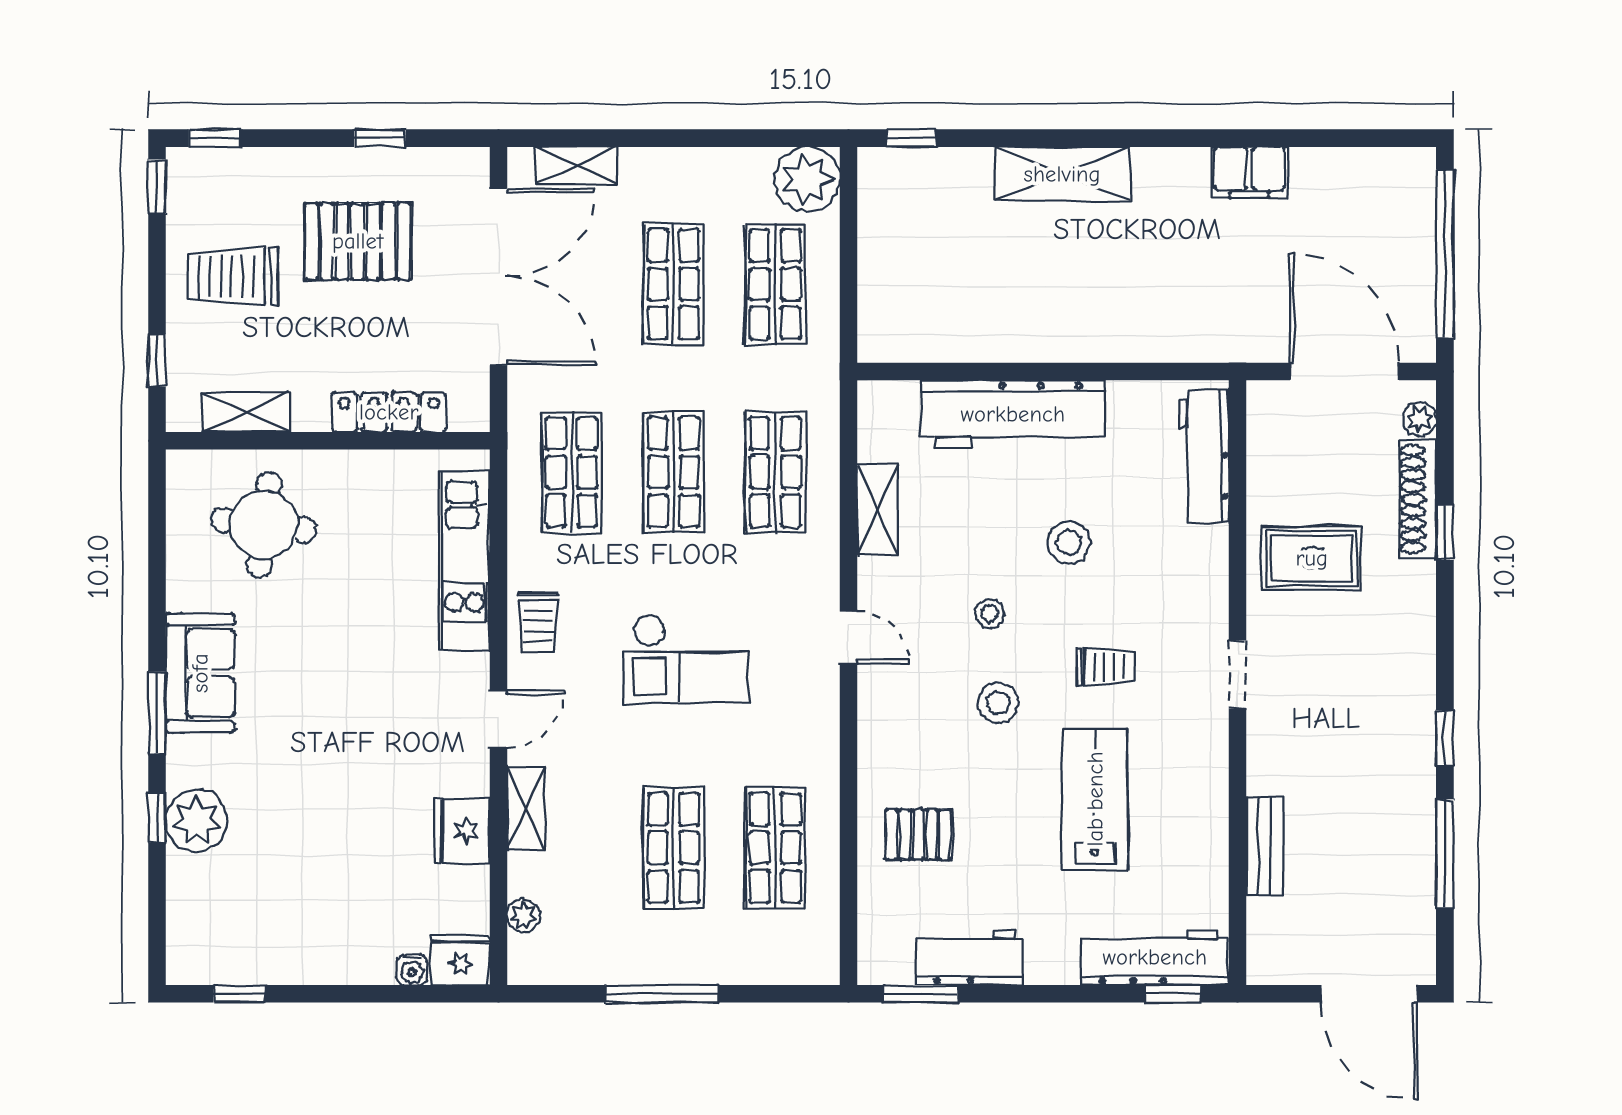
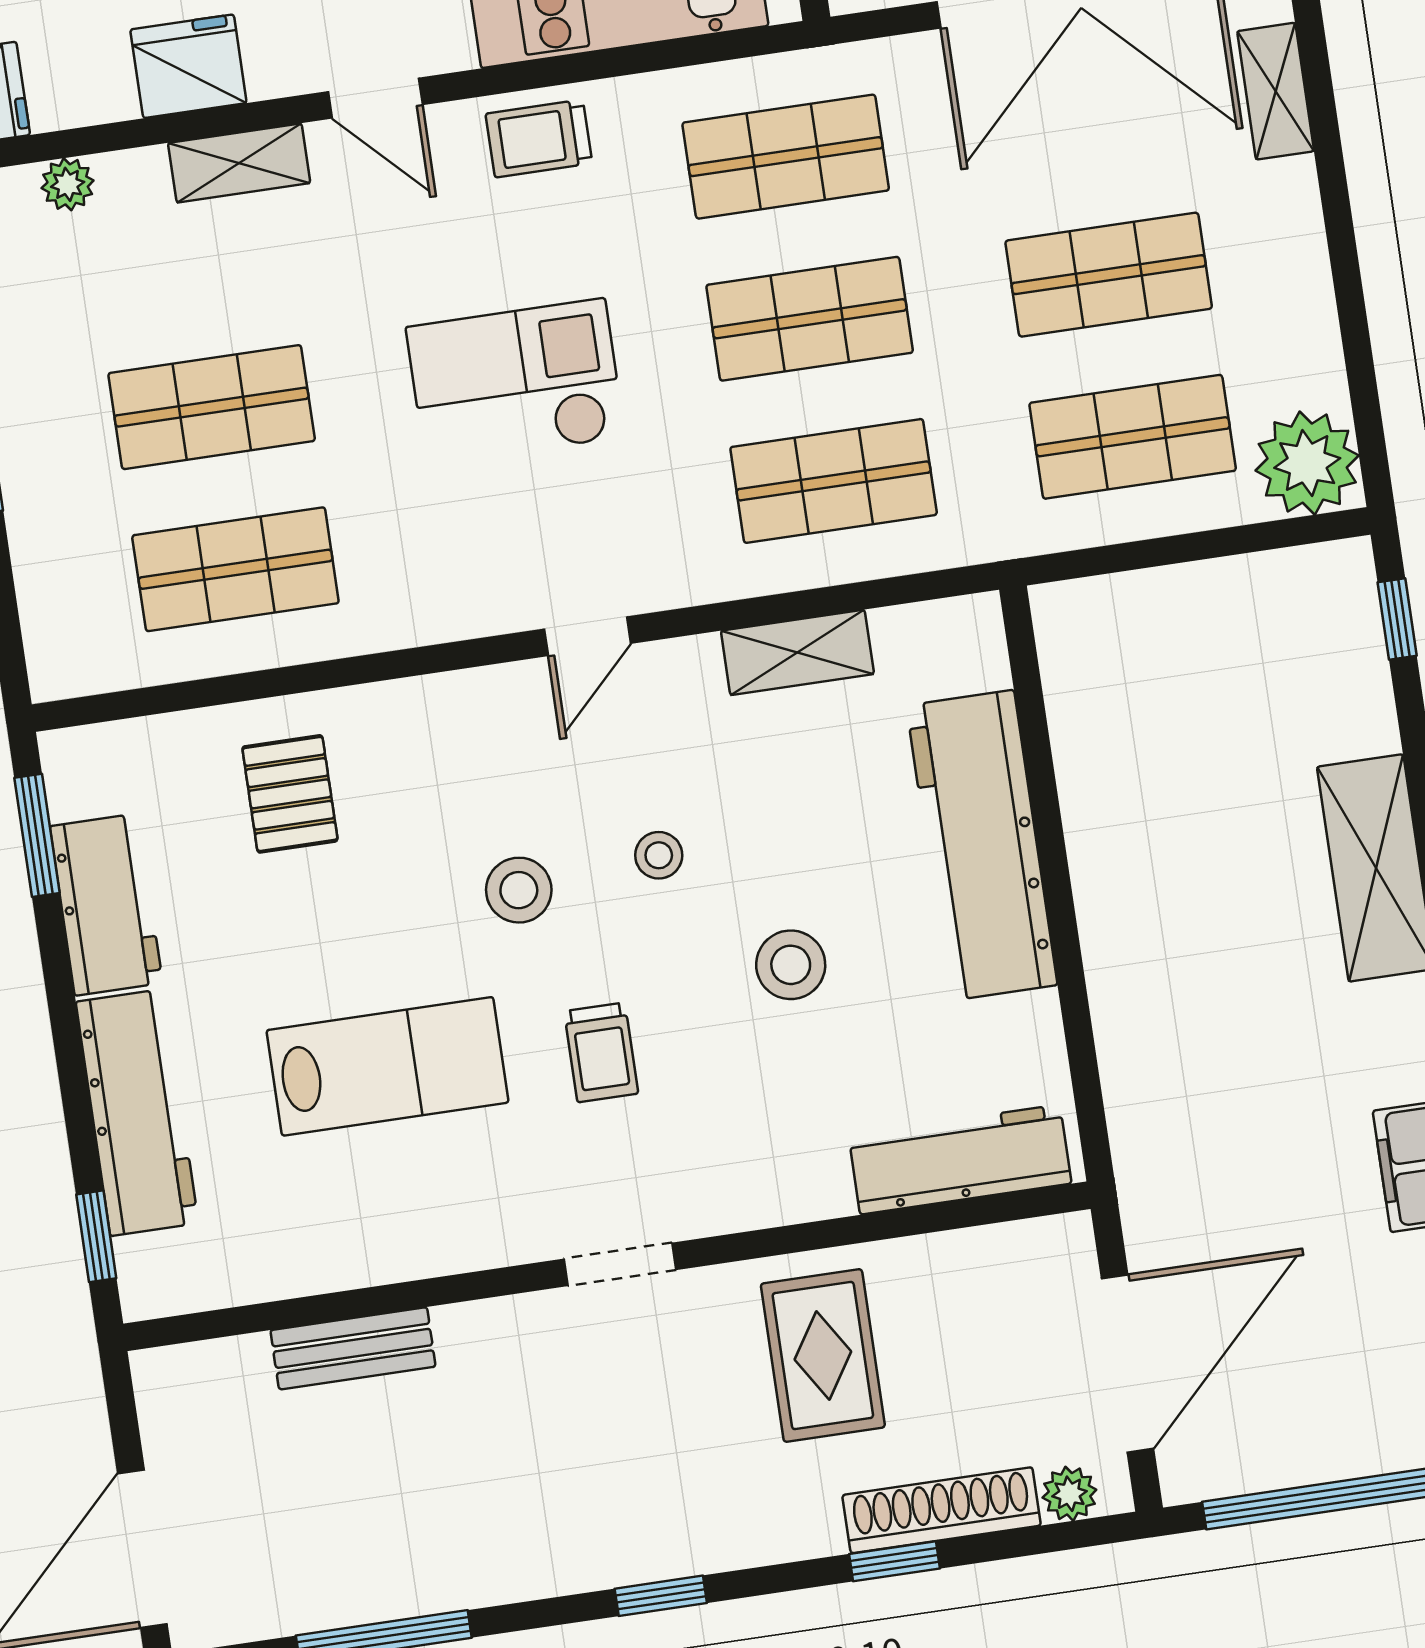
checkout: (686, 659) -> (515, 382), turned 90
window: (1445, 738) -> (661, 1596), moved
workbench: (1155, 957) -> (137, 1113), moved

